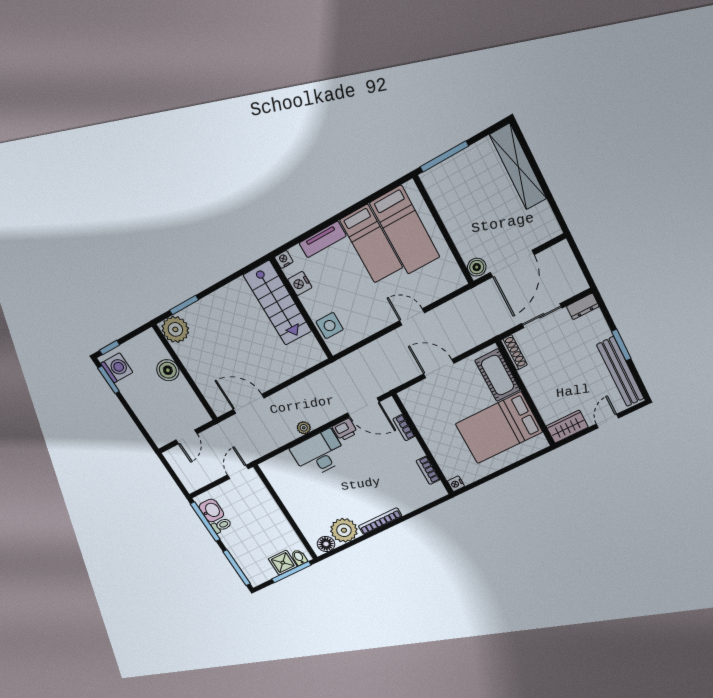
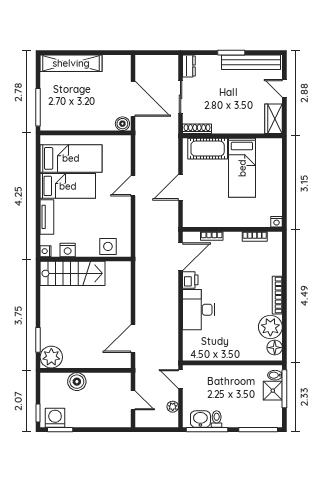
plant: (304, 428) -> (173, 407), moved
bed: (499, 428) -> (242, 168), width x0.67

